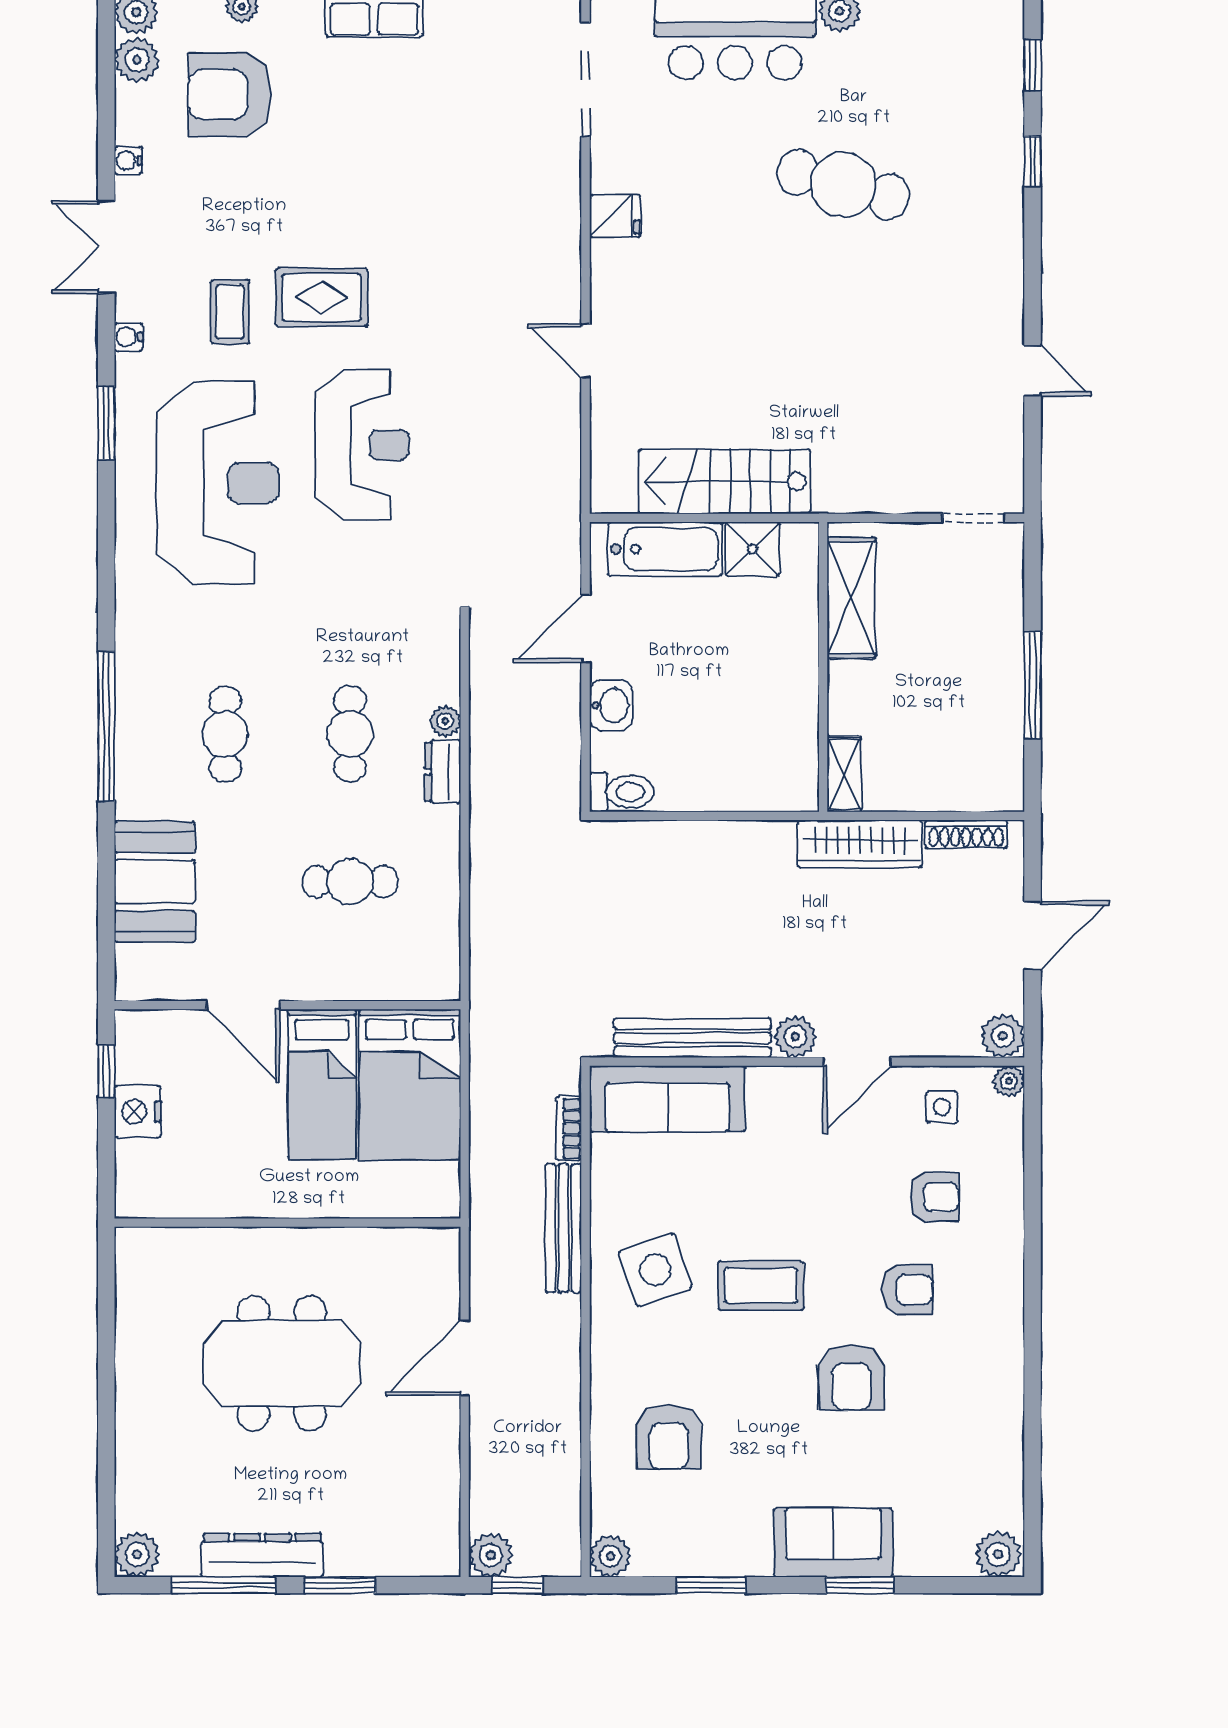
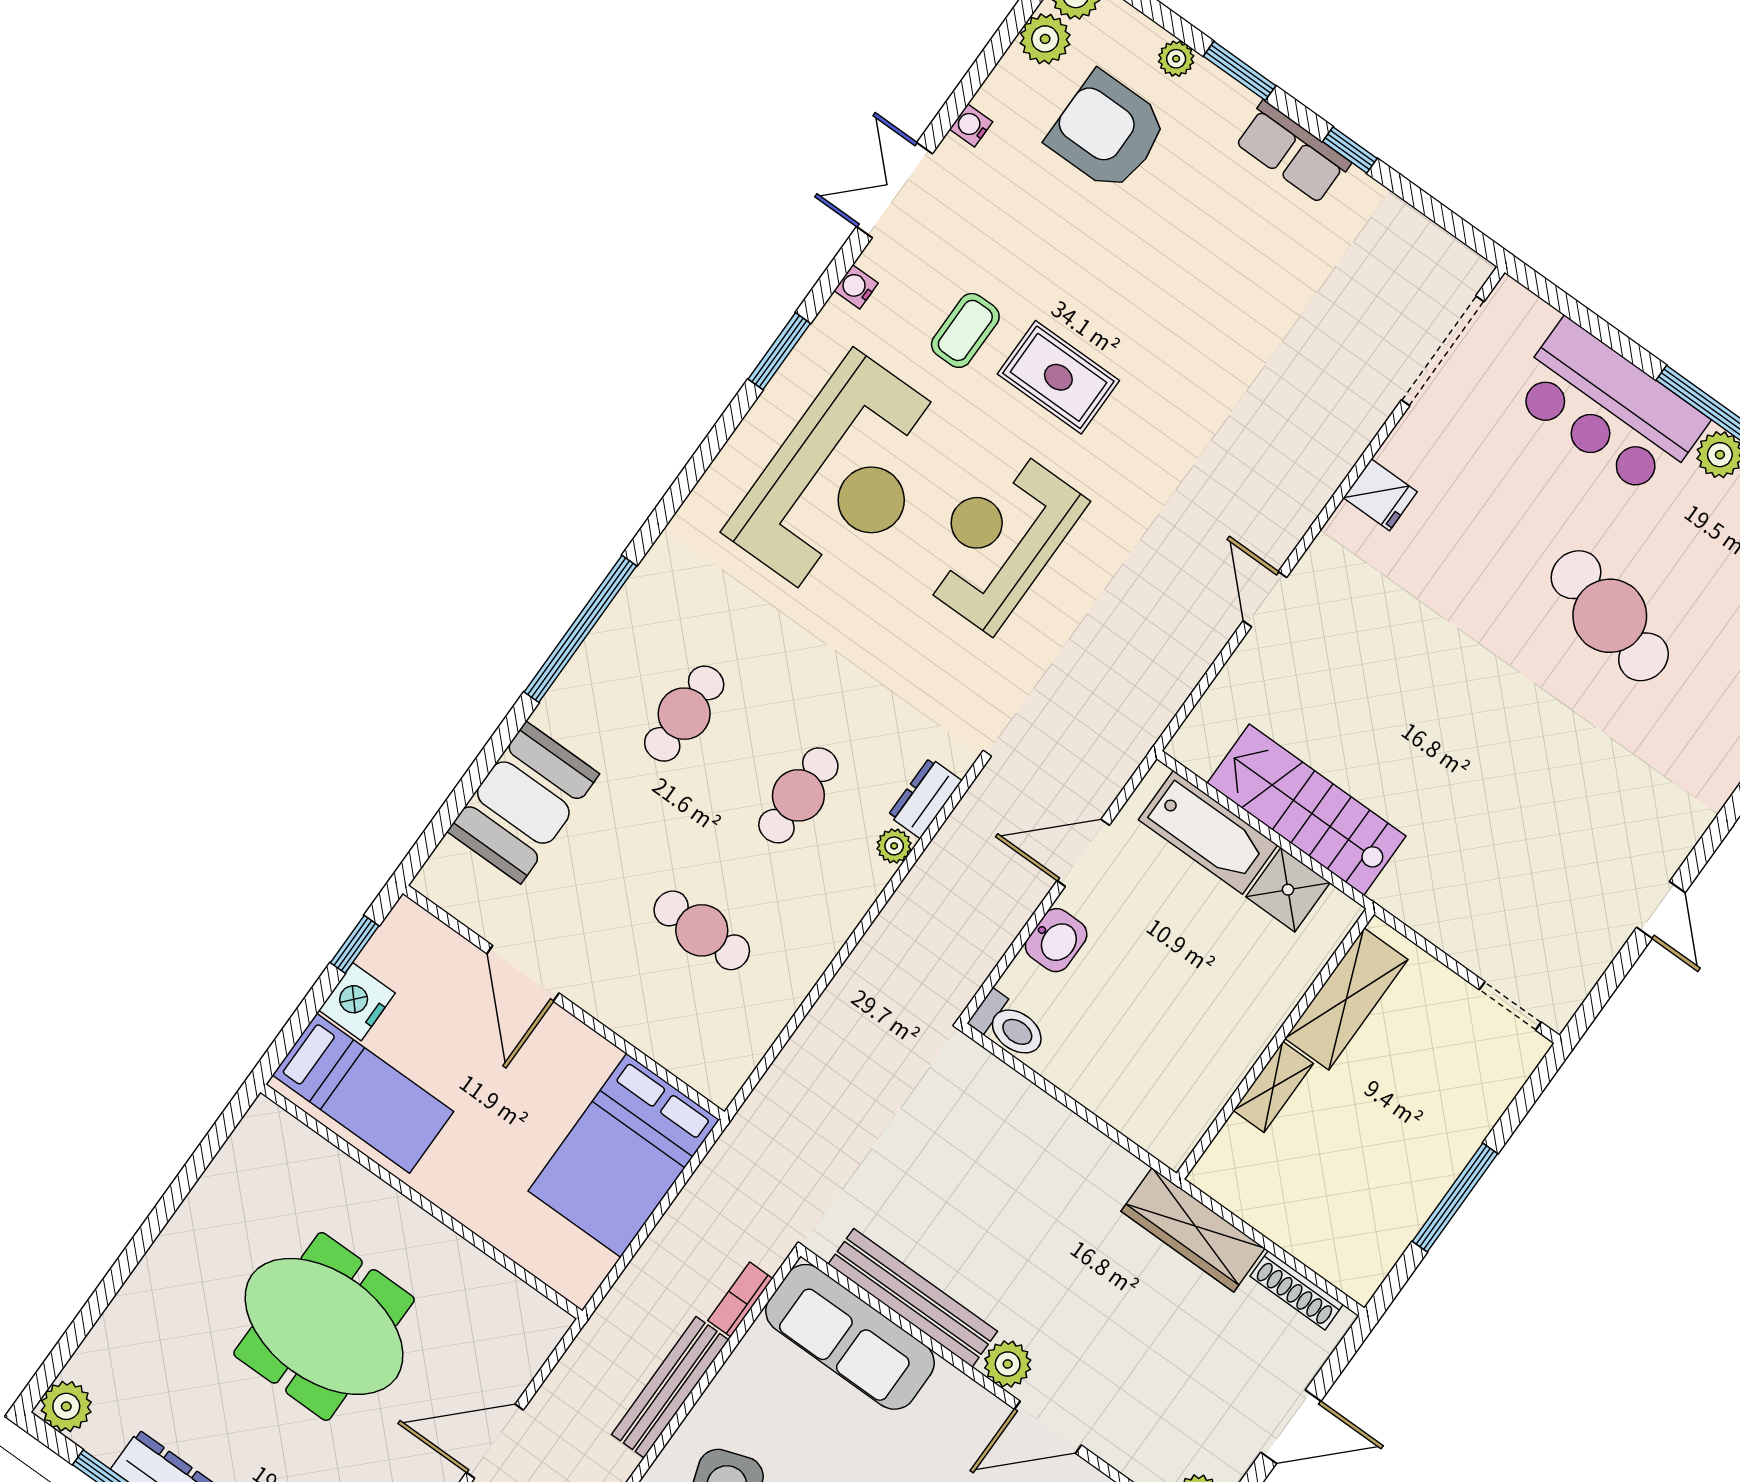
reception desk: (362, 445) -> (999, 539), turned 180
dresser: (443, 772) -> (925, 798), moved
shelving: (844, 774) -> (1273, 1087), moved
bed: (322, 1084) -> (363, 1093), moved, turned -90

